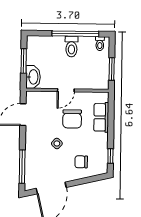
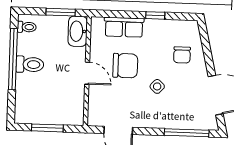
washbasin: (33, 77) -> (78, 31), moved, turned -90
window: (110, 156) -> (155, 15), moved

